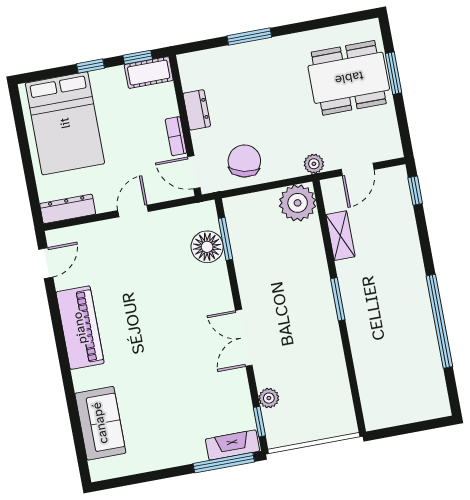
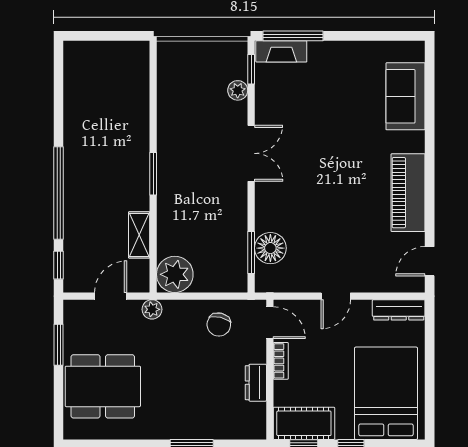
cot: (149, 73) -> (304, 423), width x1.37, depth x1.34
window: (393, 73) -> (59, 345), moved
chair: (244, 161) -> (219, 325), width x0.73, depth x0.73
window: (439, 321) -> (59, 193), moved

